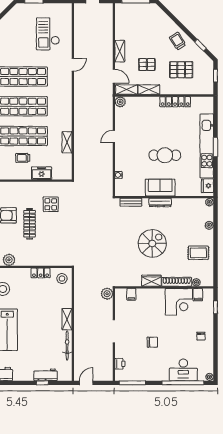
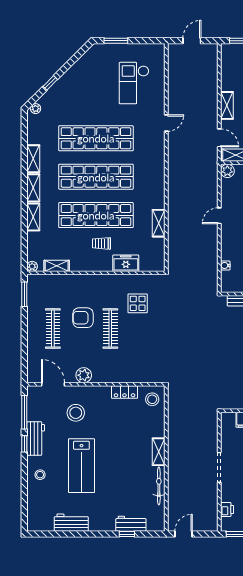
plant: (107, 294) -> (210, 419), removed

